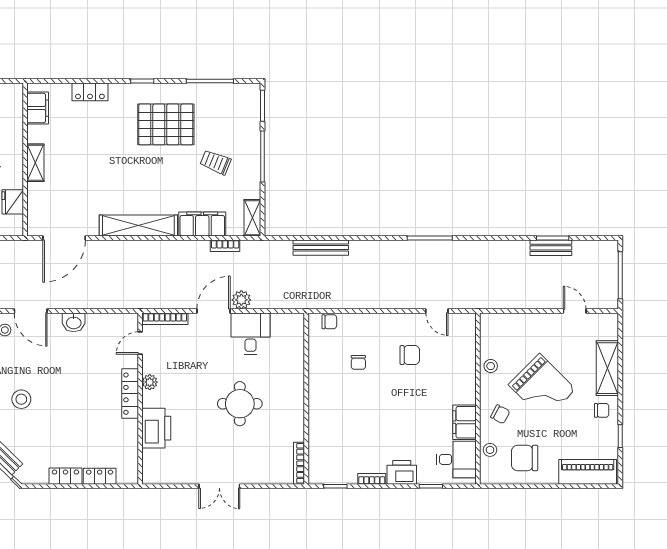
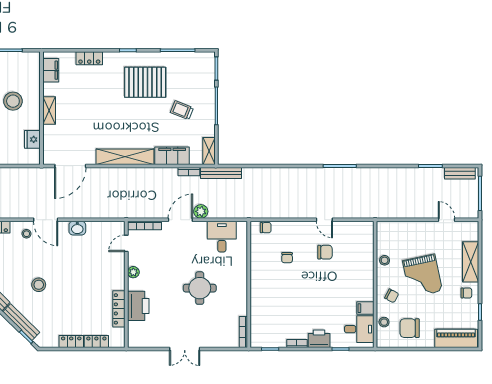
bench: (321, 248) -> (221, 173), moved
bench: (551, 248) -> (460, 173), moved
door: (437, 311) -> (324, 220), moved
desk: (251, 334) -> (222, 237), moved
grand piano: (542, 387) -> (422, 276), turned 33
locker: (130, 394) -> (119, 309), moved
filing cabinet: (464, 422) -> (365, 308), width x0.50

